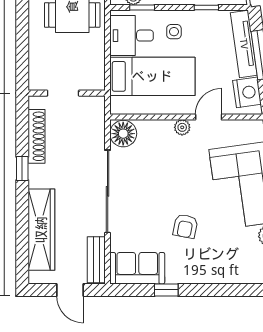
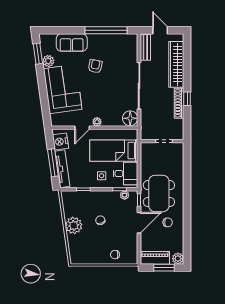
shoe rack: (37, 136) -> (179, 103), moved
sofa: (137, 268) -> (72, 43), moved
window: (166, 290) -> (106, 30), width x3.17

